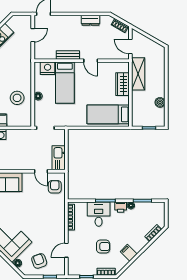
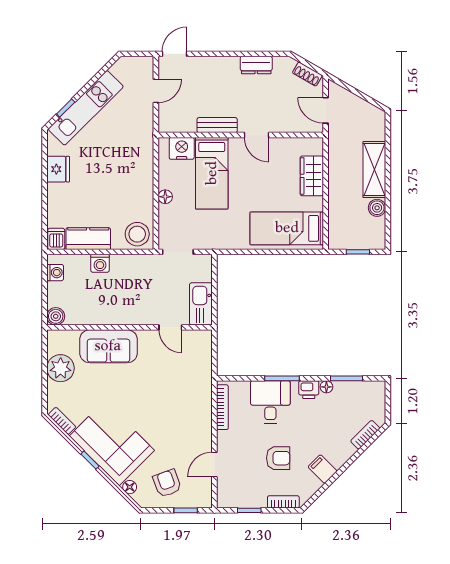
shelving: (138, 74) -> (374, 170), moved
stool: (17, 98) -> (137, 234), moved
armchair: (55, 187) -> (194, 354), removed

